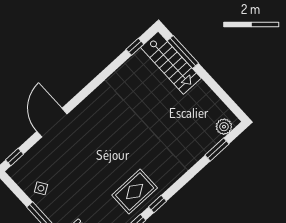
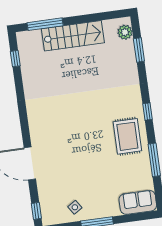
stairs: (171, 63) -> (73, 36), moved
window: (158, 204) -> (148, 111), moved

